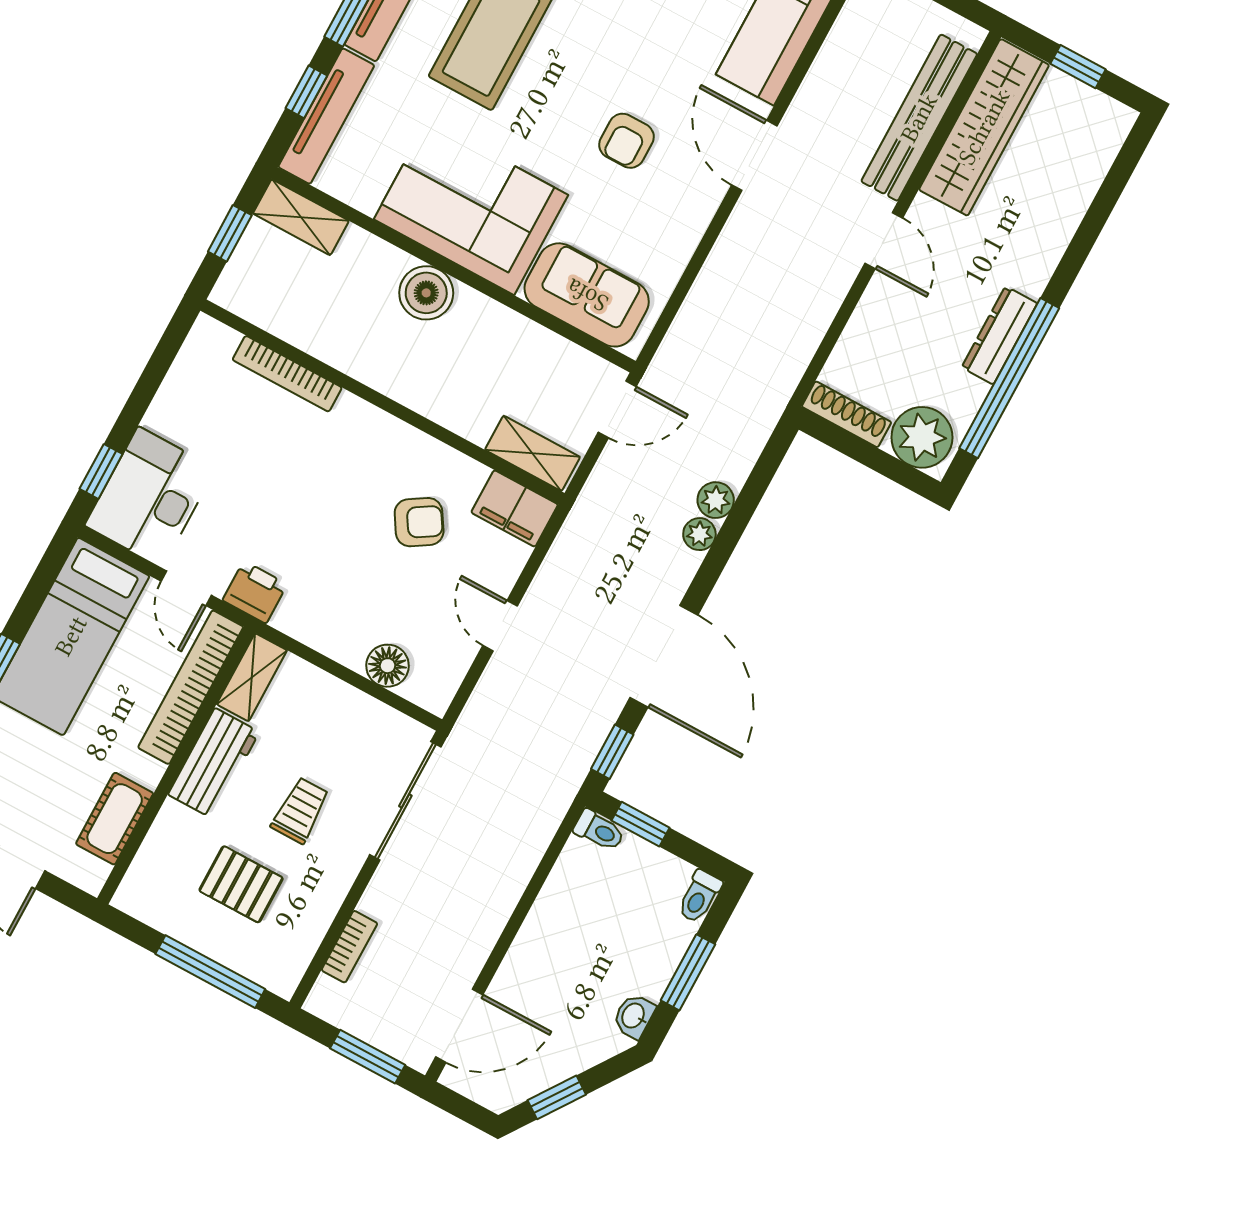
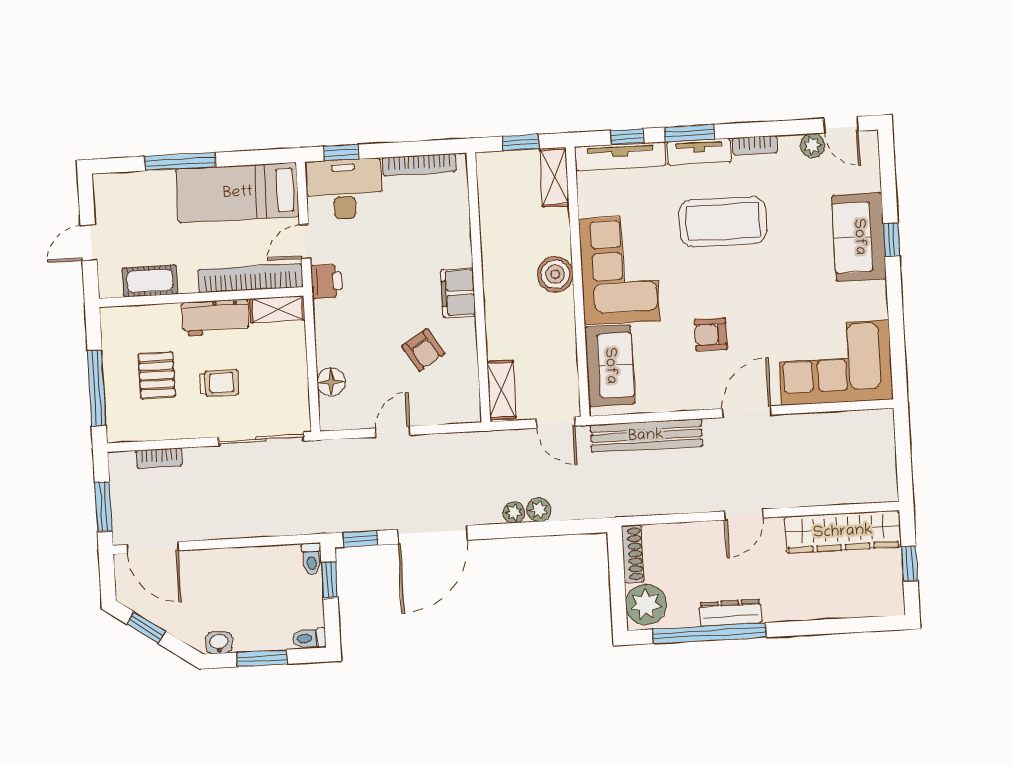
bench: (919, 118) -> (646, 436), moved
bookcase: (287, 374) -> (419, 165), moved, turned -90
filing cabinet: (515, 508) -> (458, 293), moved

